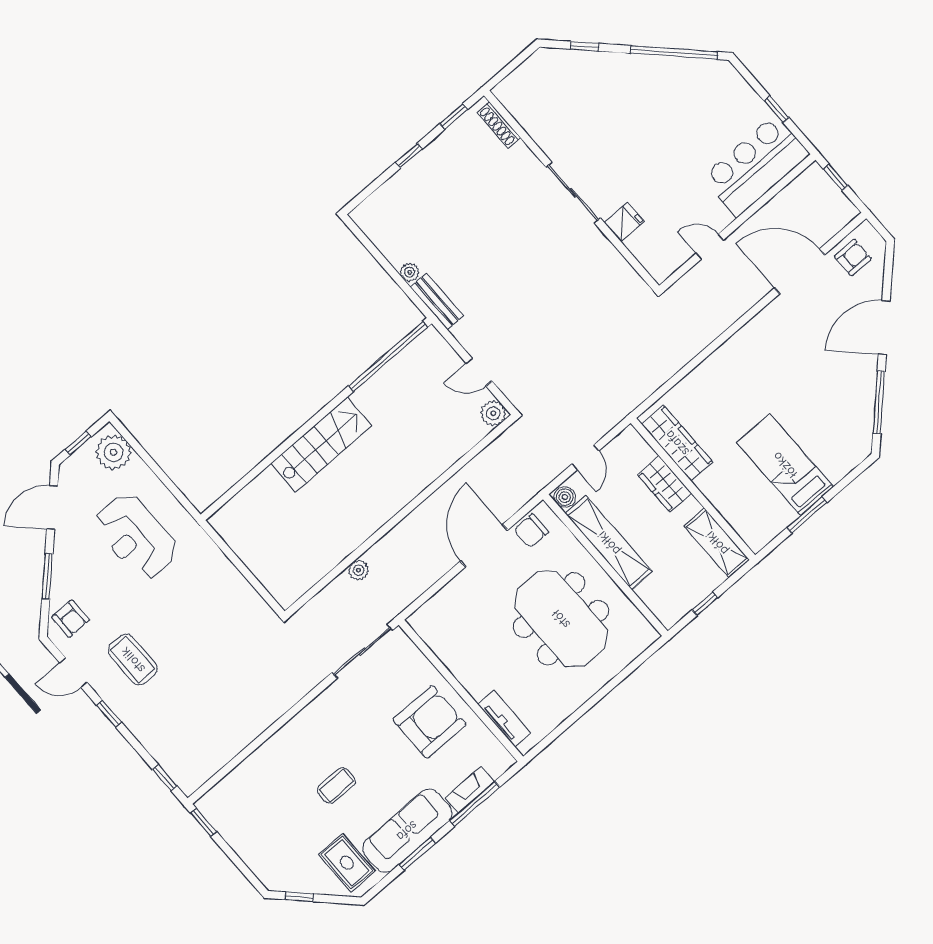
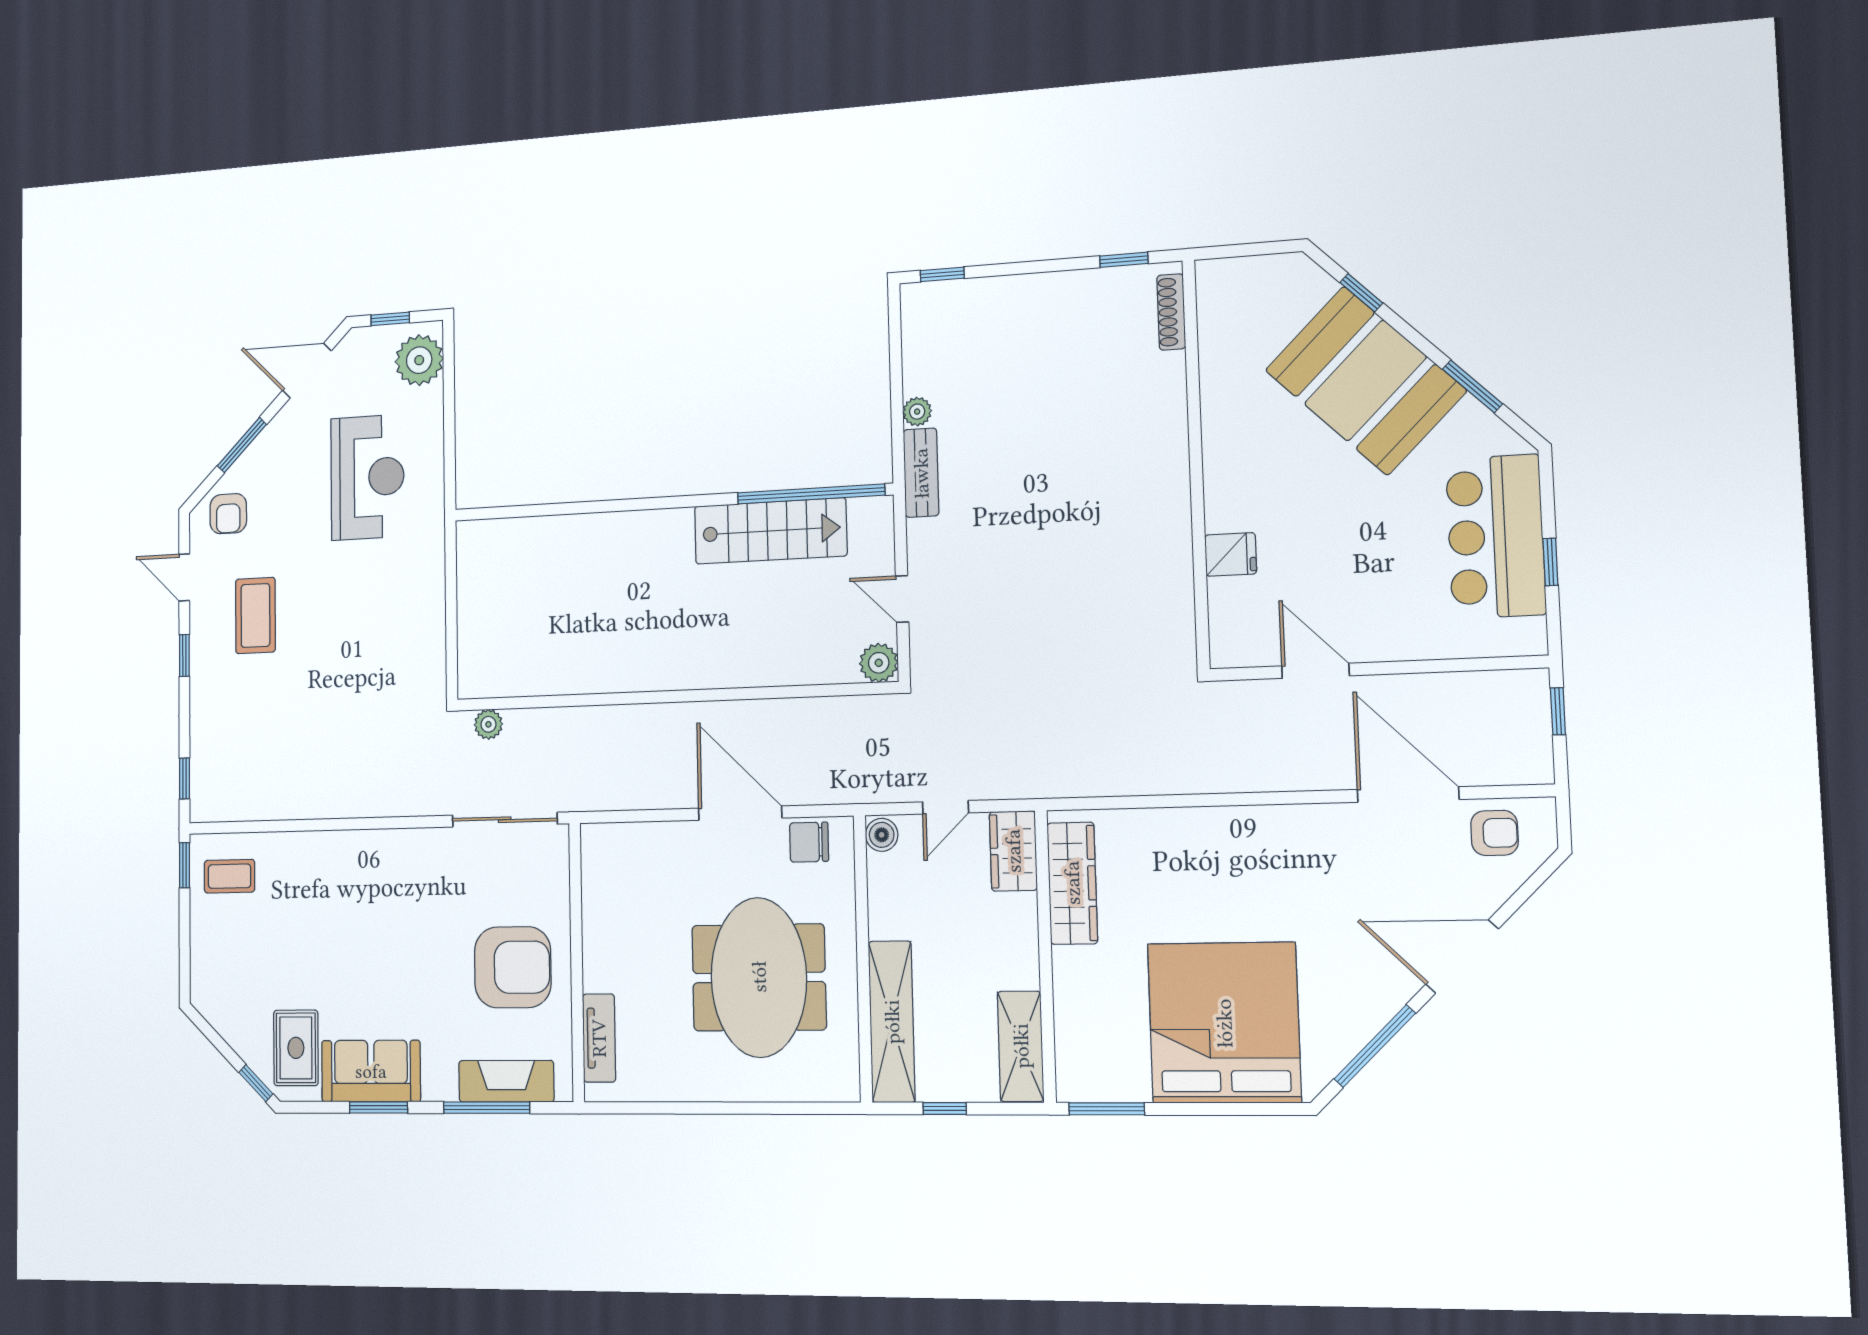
window: (674, 52) -> (1472, 386), width x0.47
booth: (621, 88) -> (1365, 380), added
window: (409, 156) -> (942, 274), moved
bar counter: (756, 166) -> (1496, 536), moved, turned -90
sliding door: (573, 193) -> (1196, 467), removed
door: (710, 247) -> (1315, 671), width x1.38
stairs: (321, 445) -> (770, 531), moved
bed: (785, 465) -> (1224, 1023), width x2.04
wardrobe: (665, 484) -> (1013, 851), moved
window: (807, 515) -> (1107, 1109), moved
reception desk: (136, 537) -> (367, 477), turned 180
shelving: (609, 543) -> (892, 1022), moved
door: (484, 546) -> (740, 813), hinge flipped
plant: (359, 570) -> (488, 724), moved
coffee table: (336, 786) -> (230, 876), moved
fireplace: (470, 790) -> (506, 1081), width x1.37, depth x1.32
sofa: (407, 831) -> (371, 1071), width x0.73
window: (299, 897) -> (256, 1083), moved

